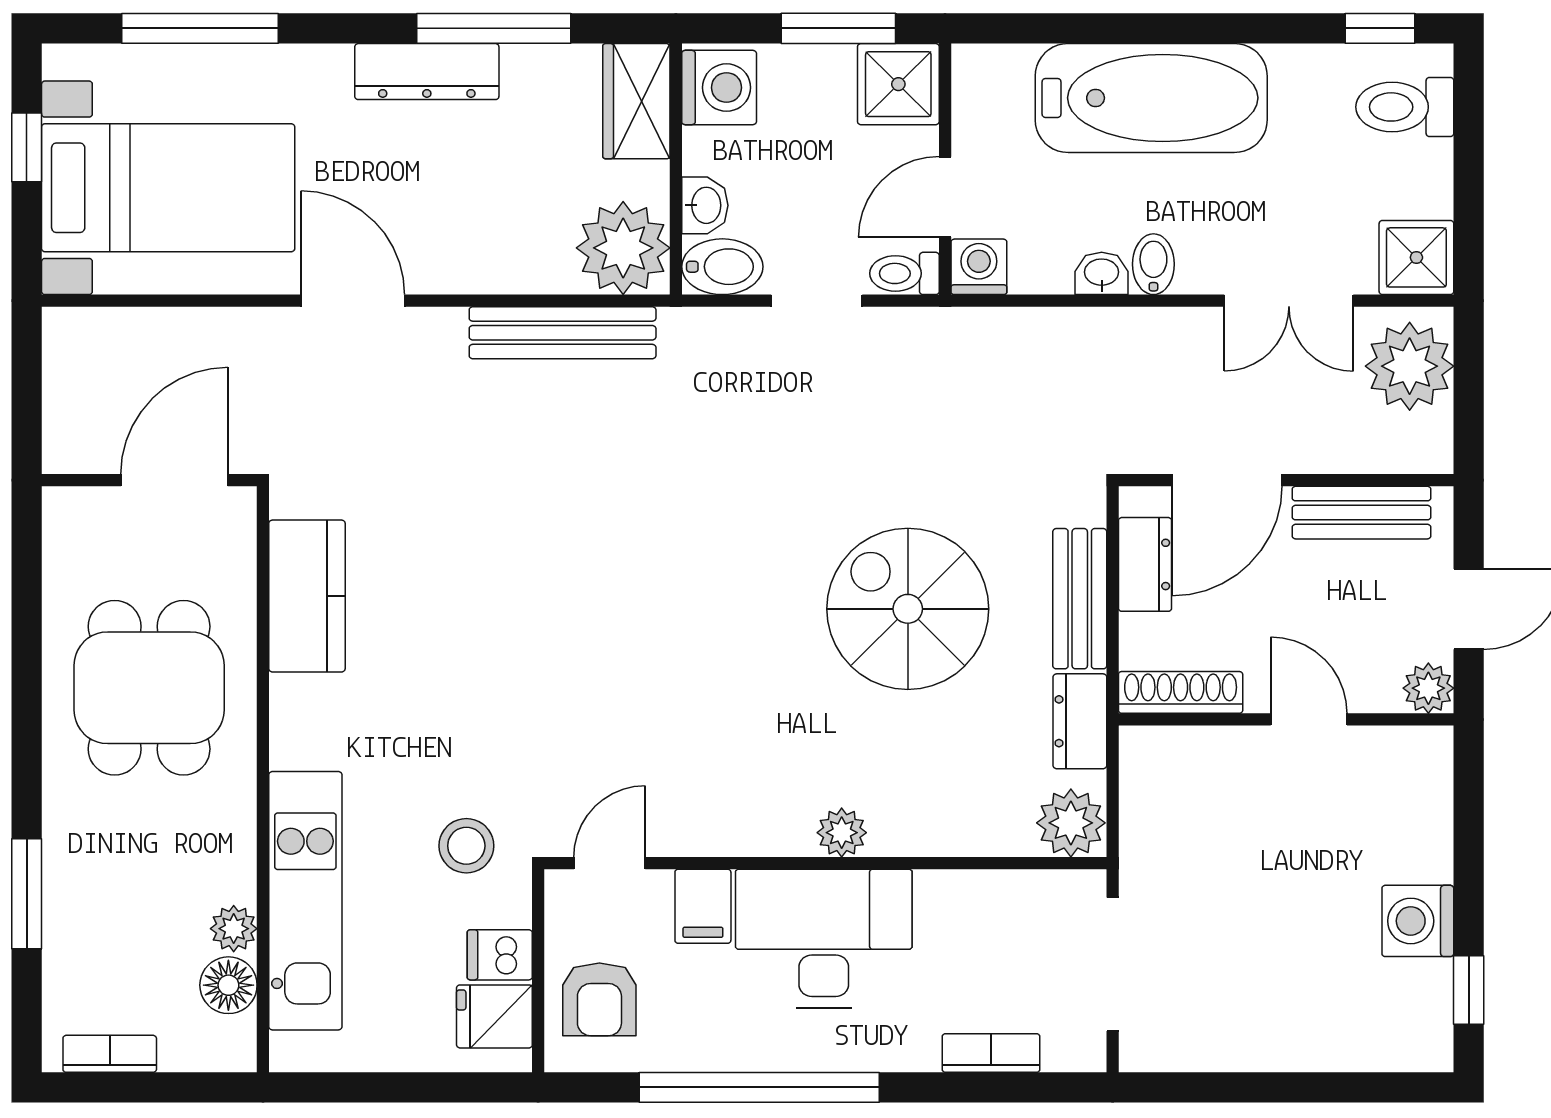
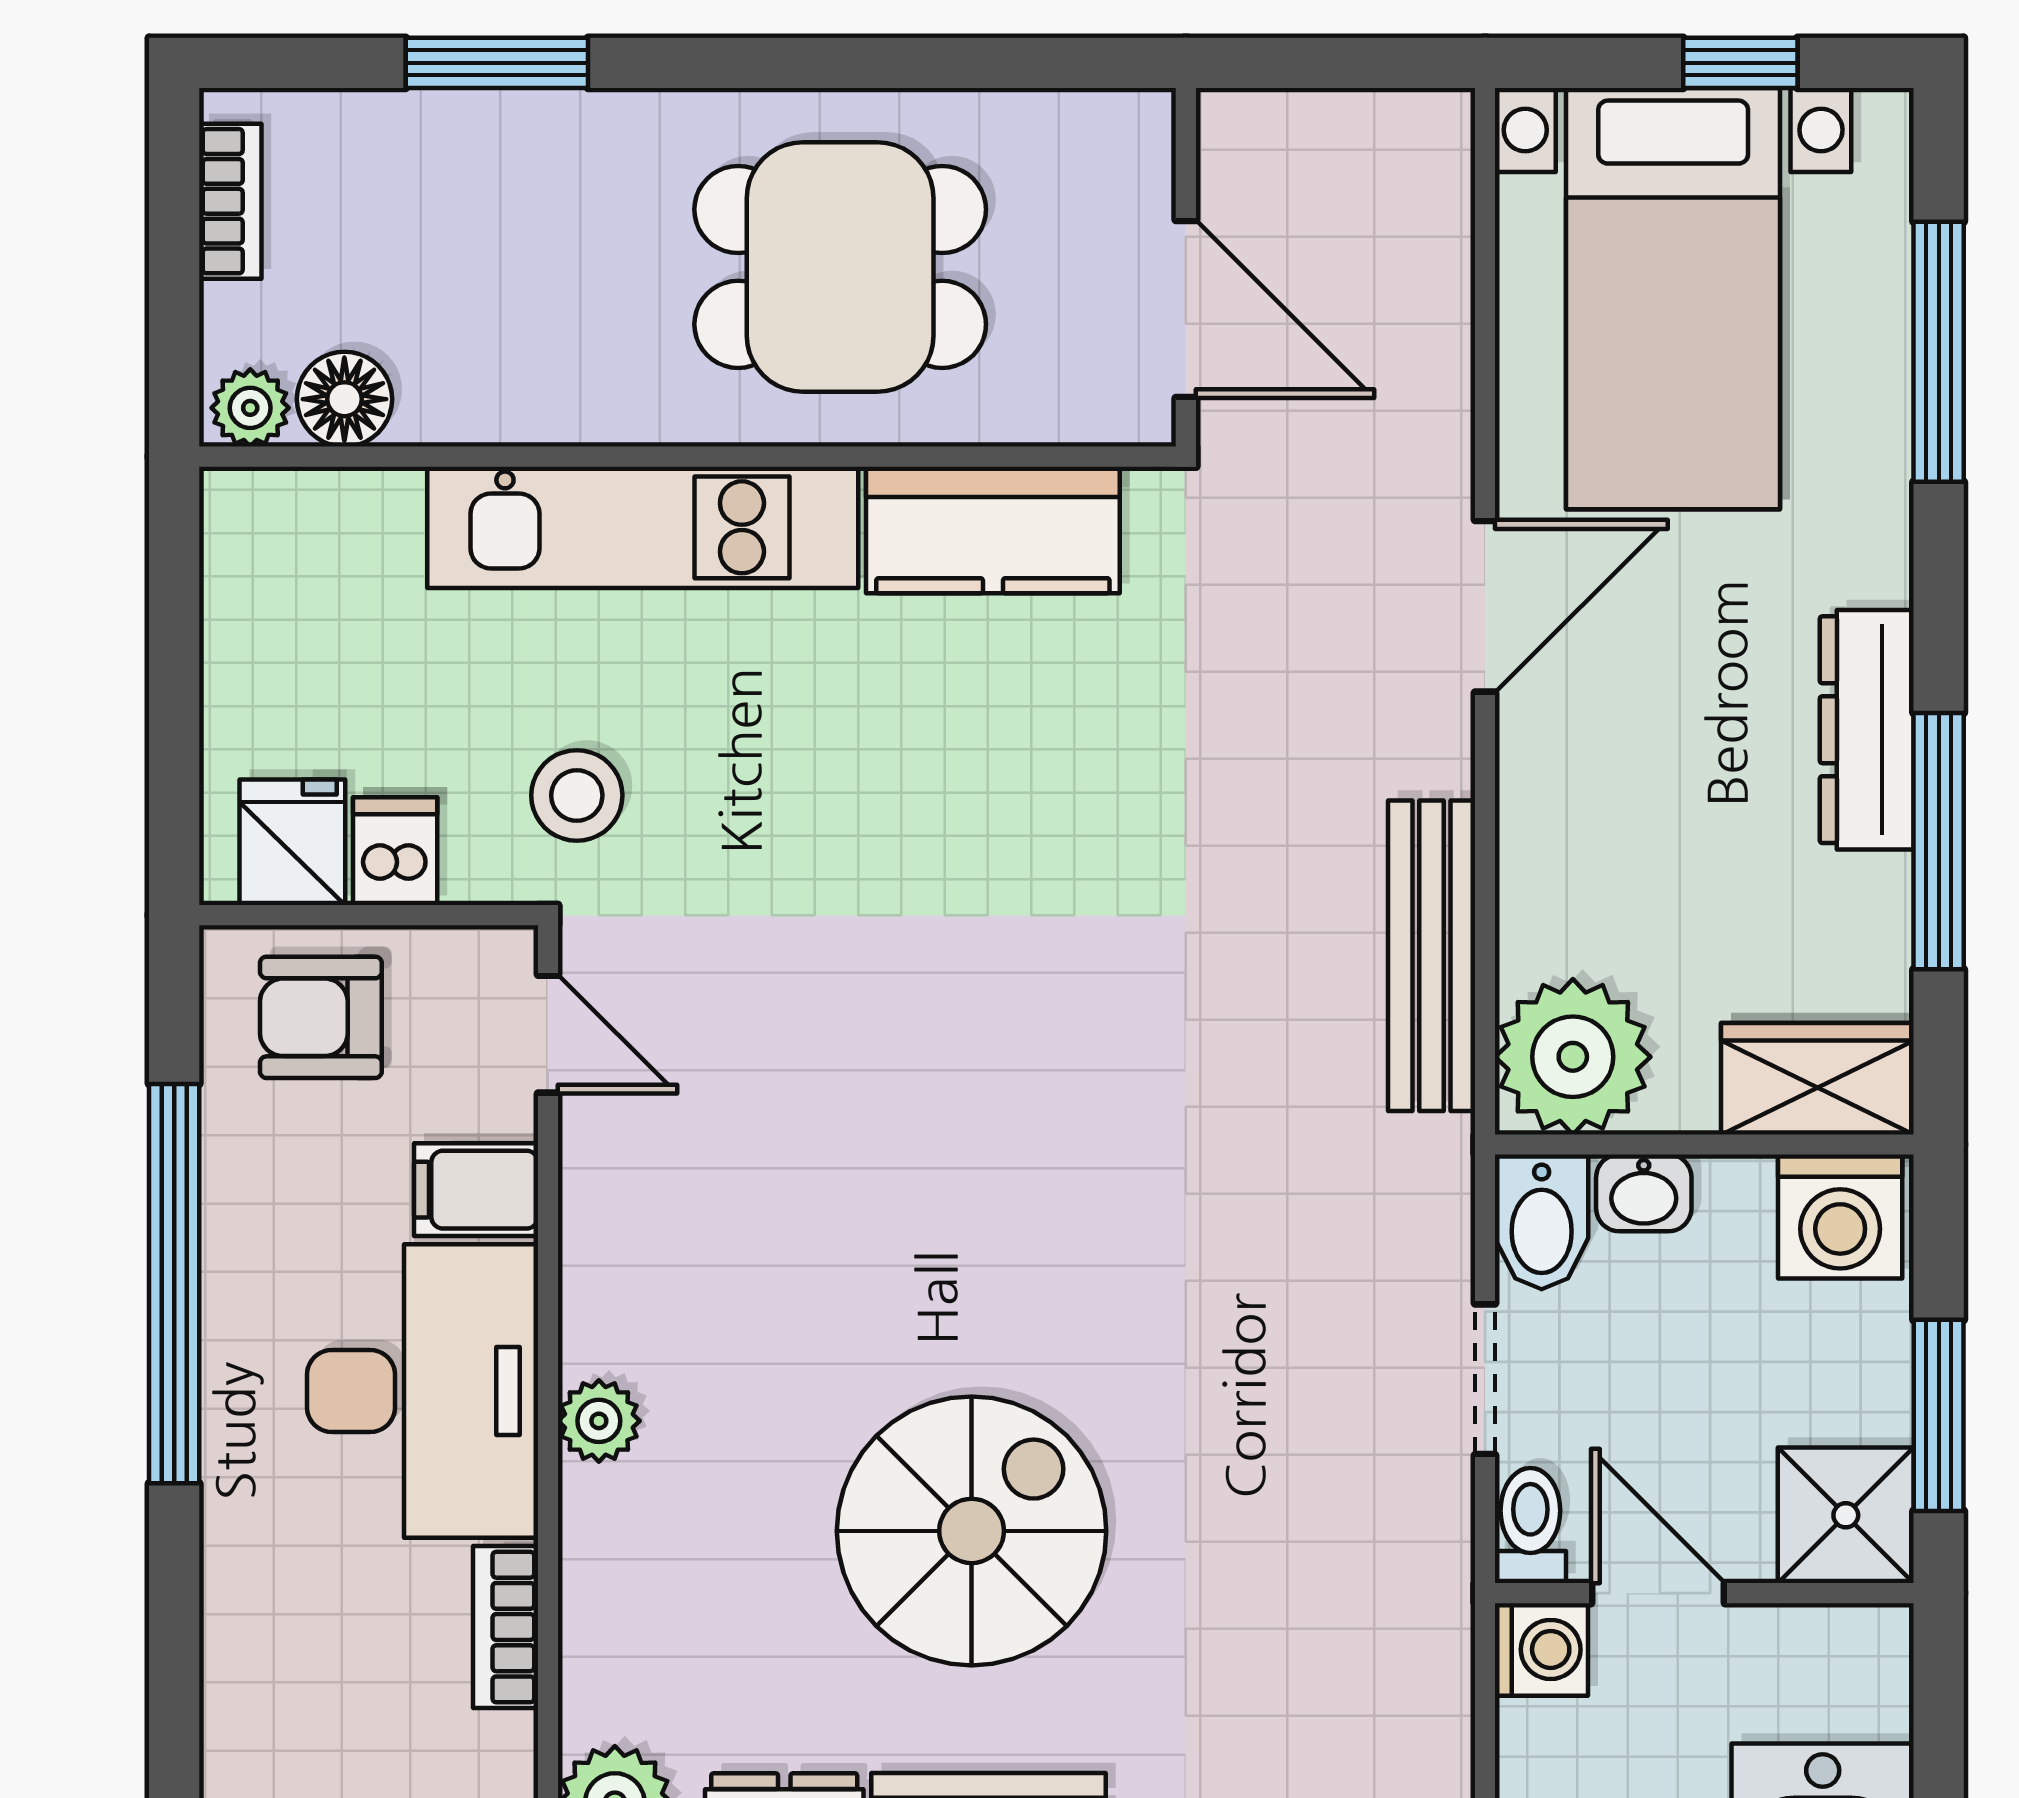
kitchen unit: (305, 901) -> (643, 527), moved
plant: (234, 929) -> (250, 408), moved
bookcase: (991, 1053) -> (506, 1627), moved, turned 180

